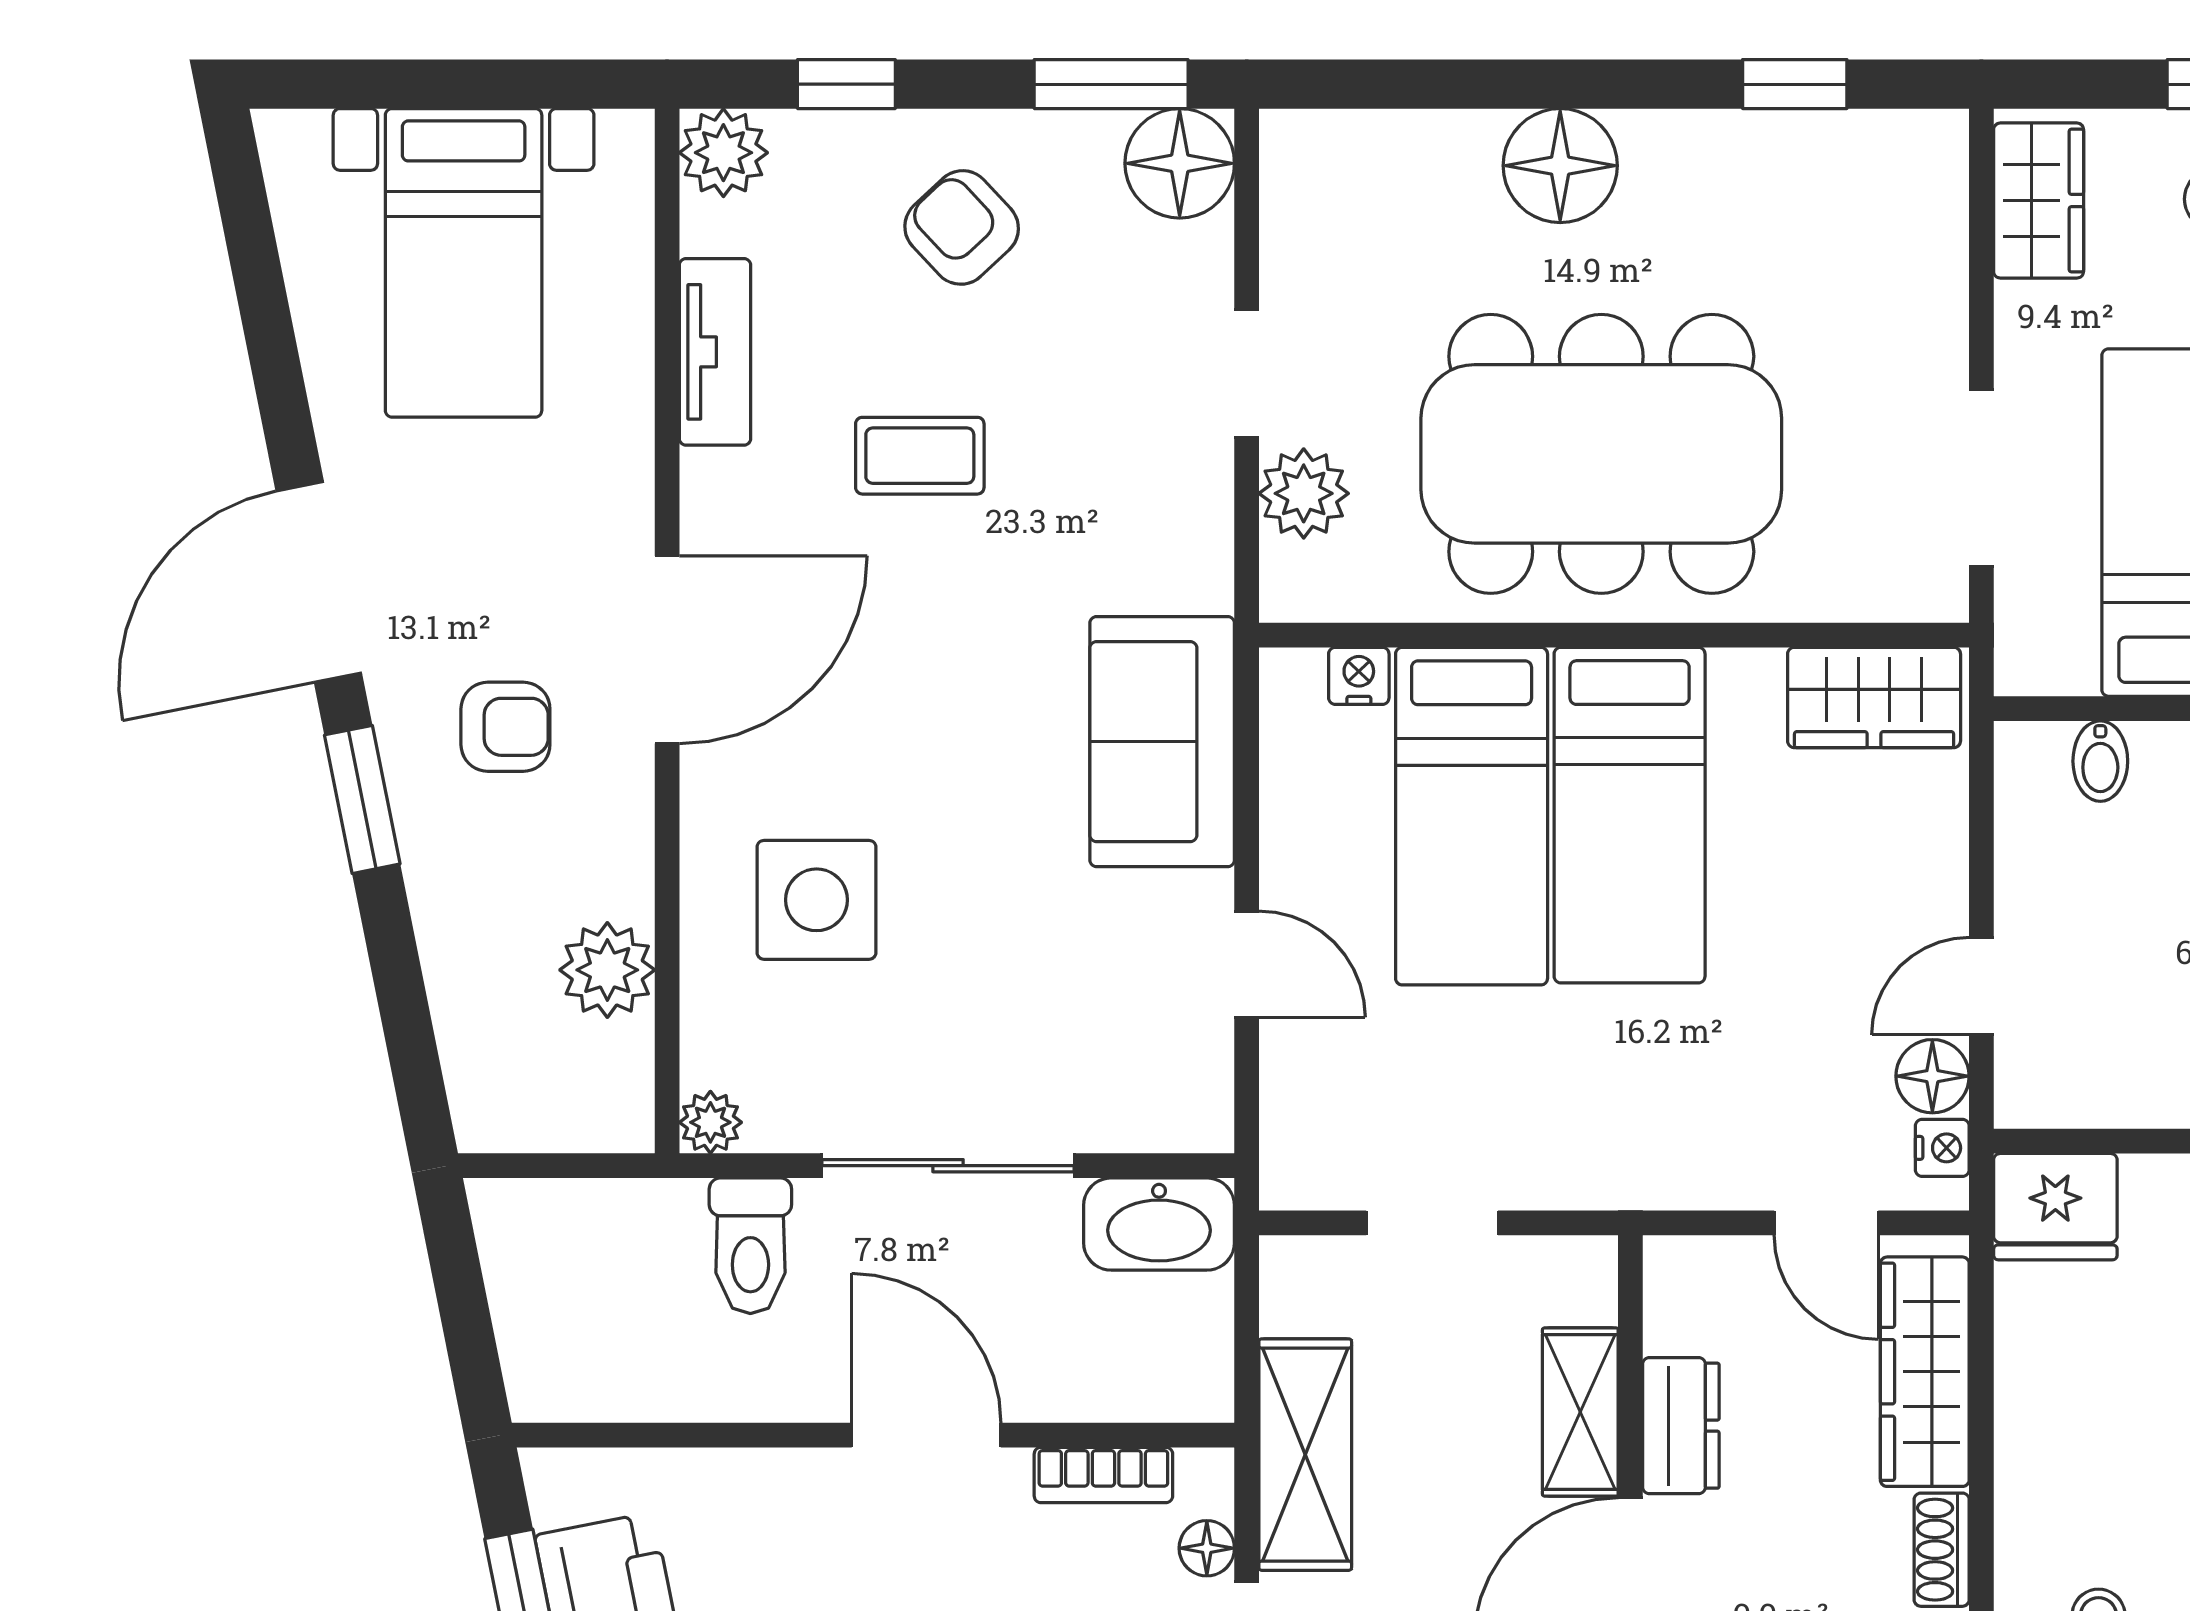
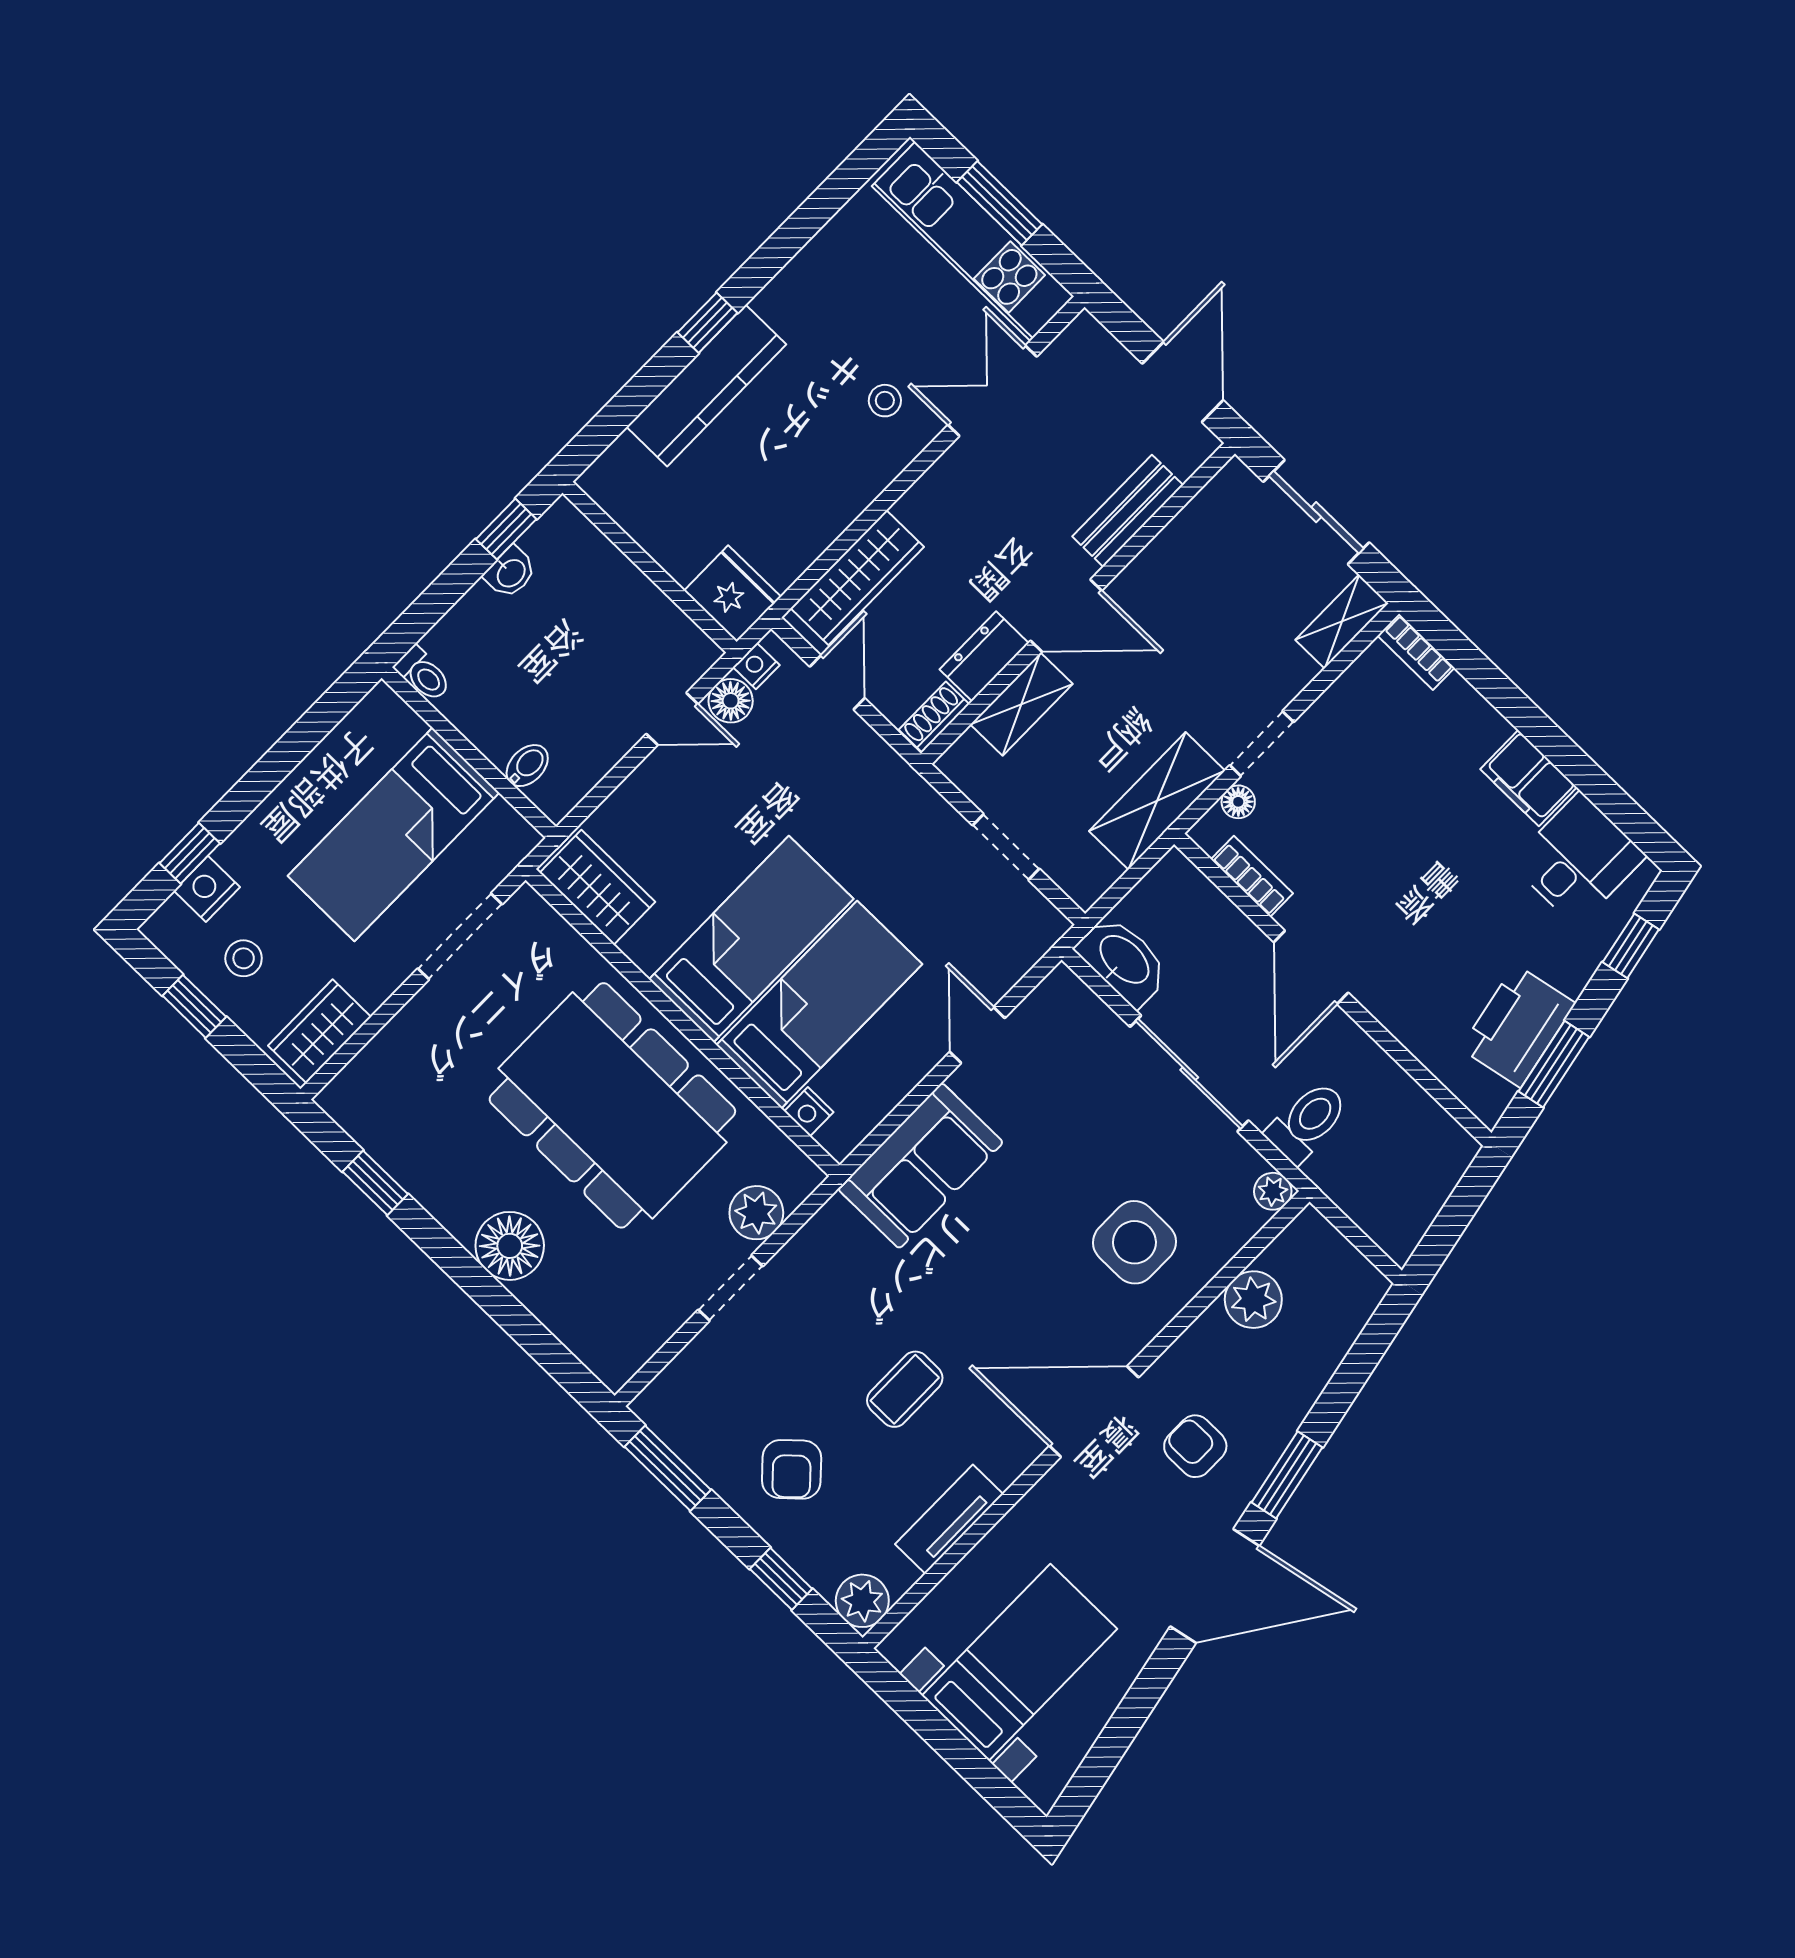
floor lamp: (1180, 163) -> (672, 1406), removed
coffee table: (920, 456) -> (905, 1389), turned 90
shoe rack: (1942, 1550) -> (934, 717), moved, turned 180

